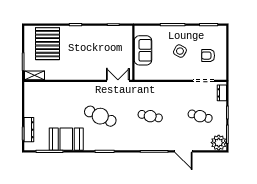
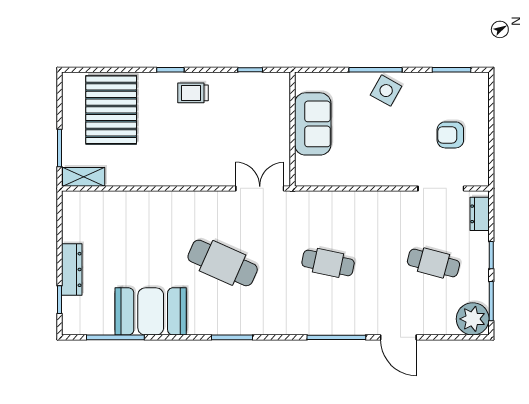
trolley: (86, 36) -> (193, 93), added
side table: (180, 51) -> (386, 91), moved
dresser: (29, 130) -> (72, 269), moved

